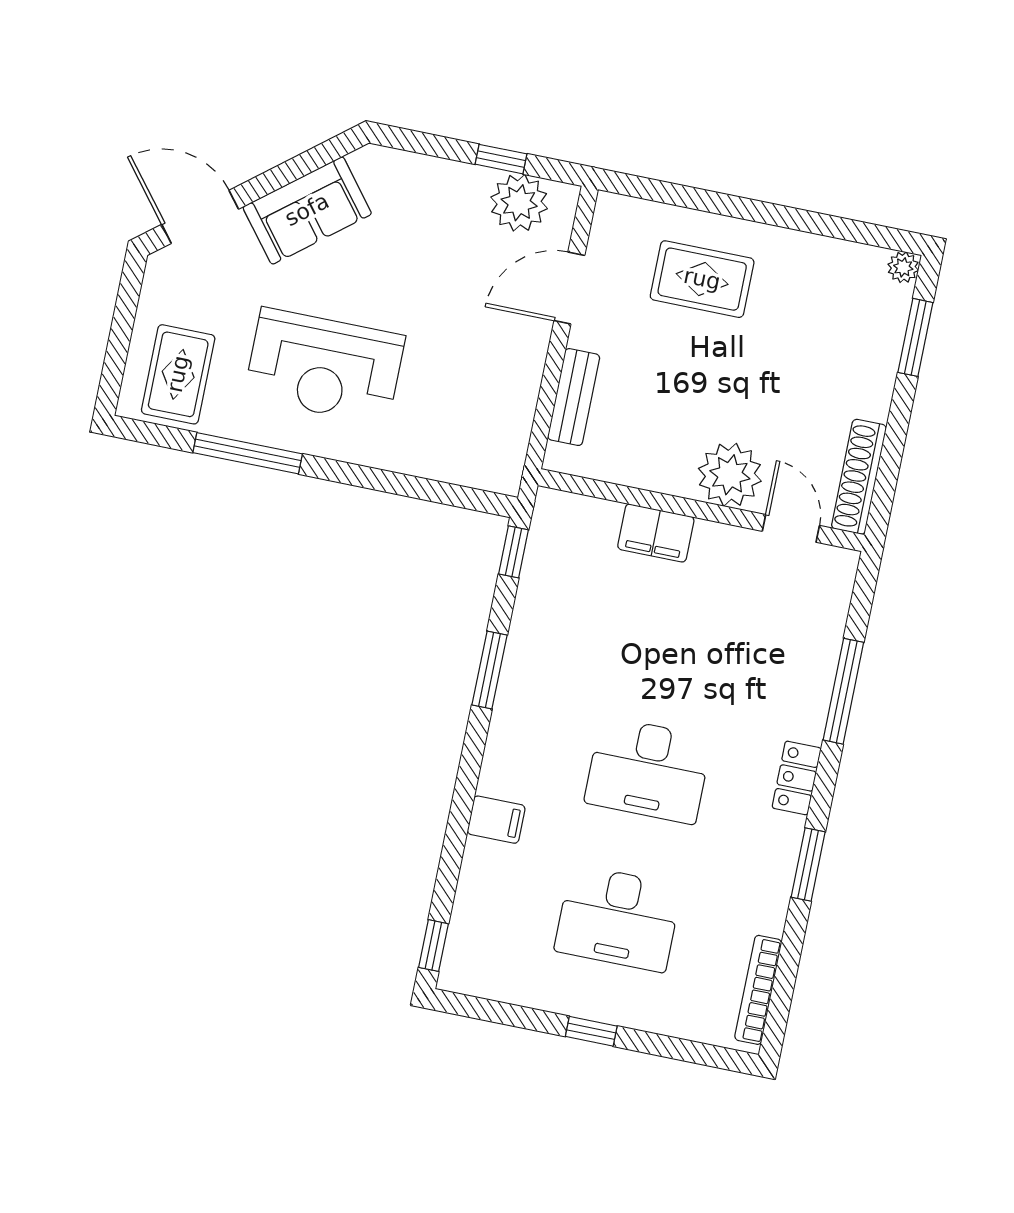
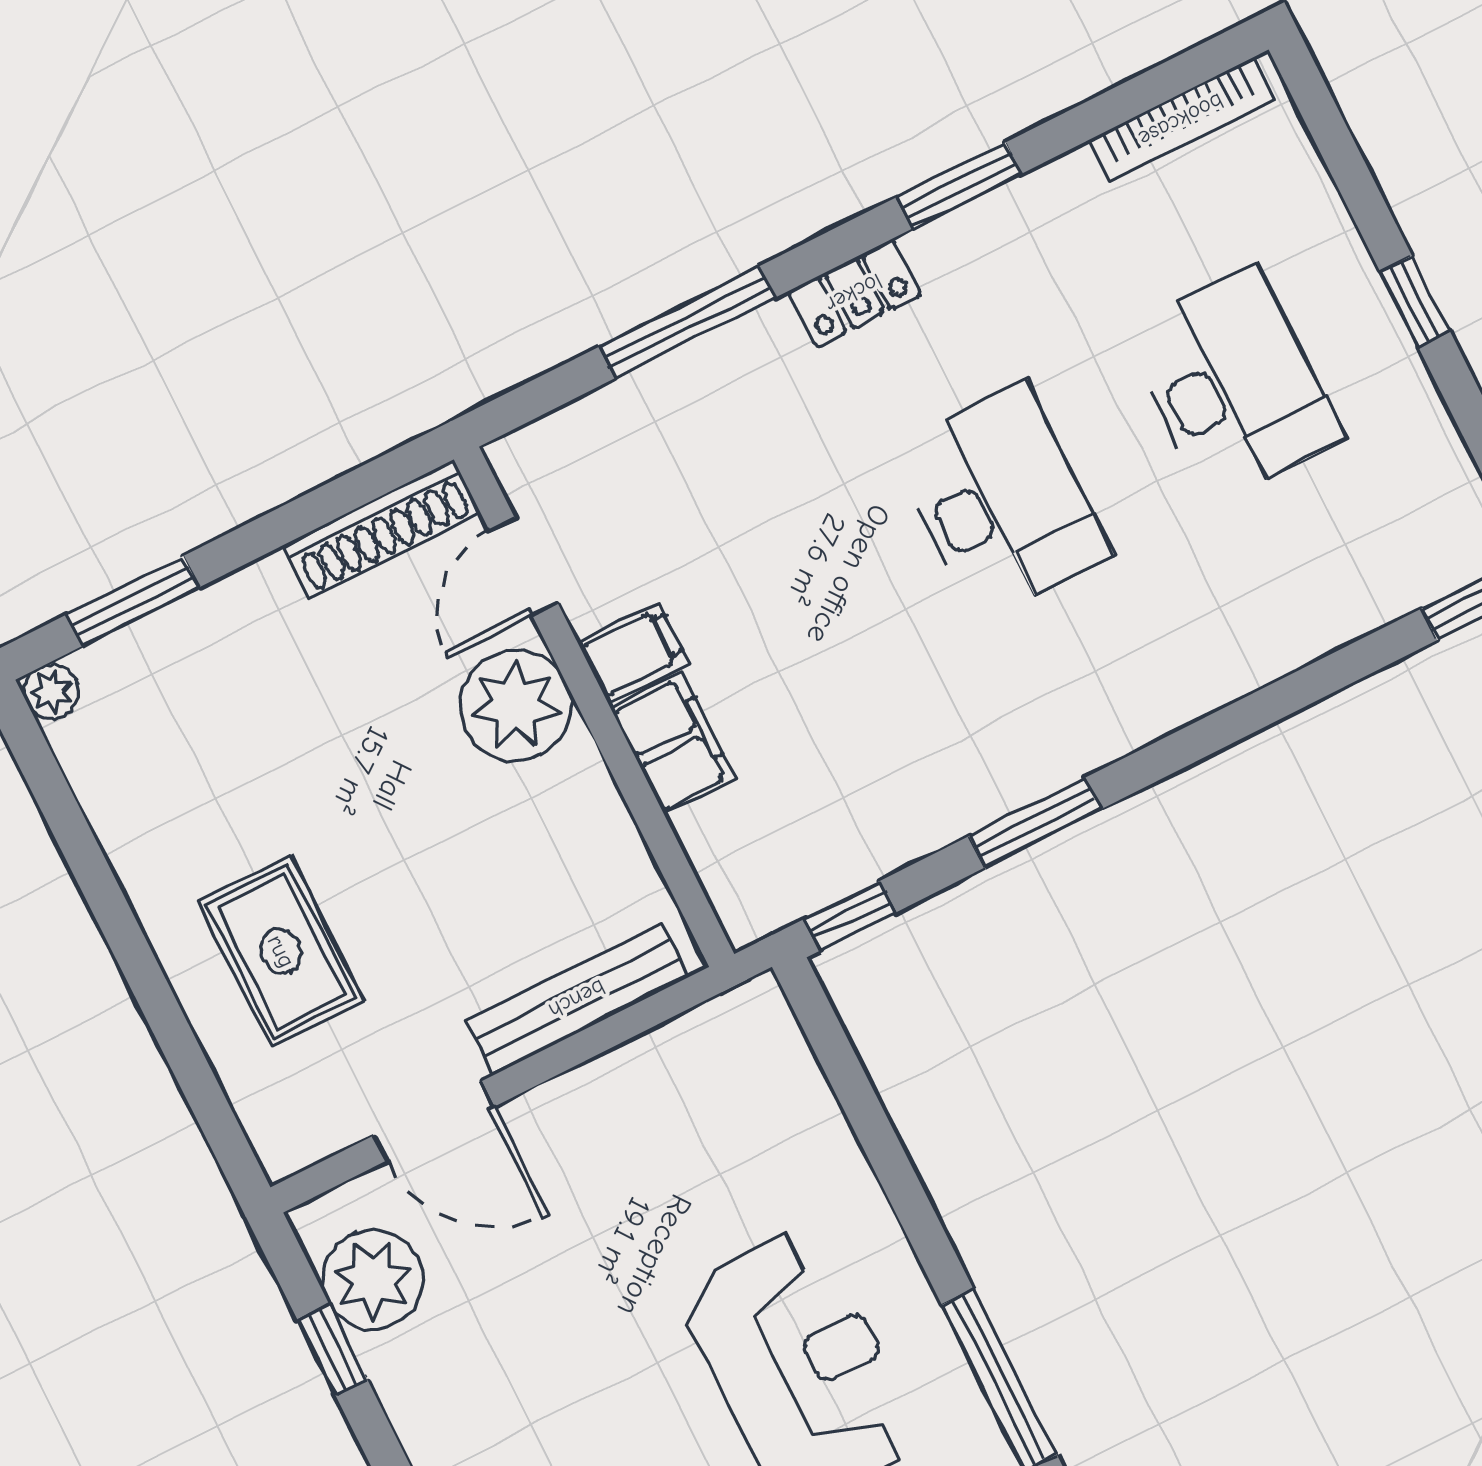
bench: (574, 397) -> (577, 999), width x1.36
filing cabinet: (496, 820) -> (633, 653), moved, turned 90

